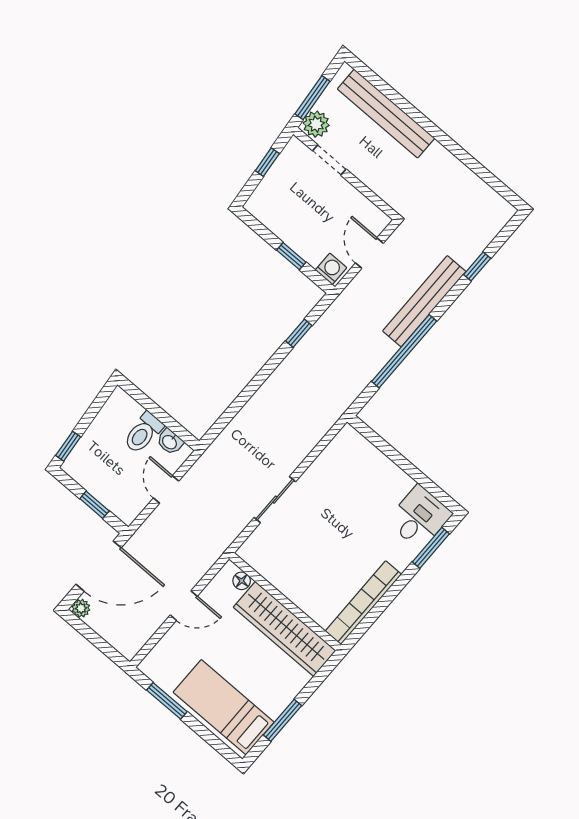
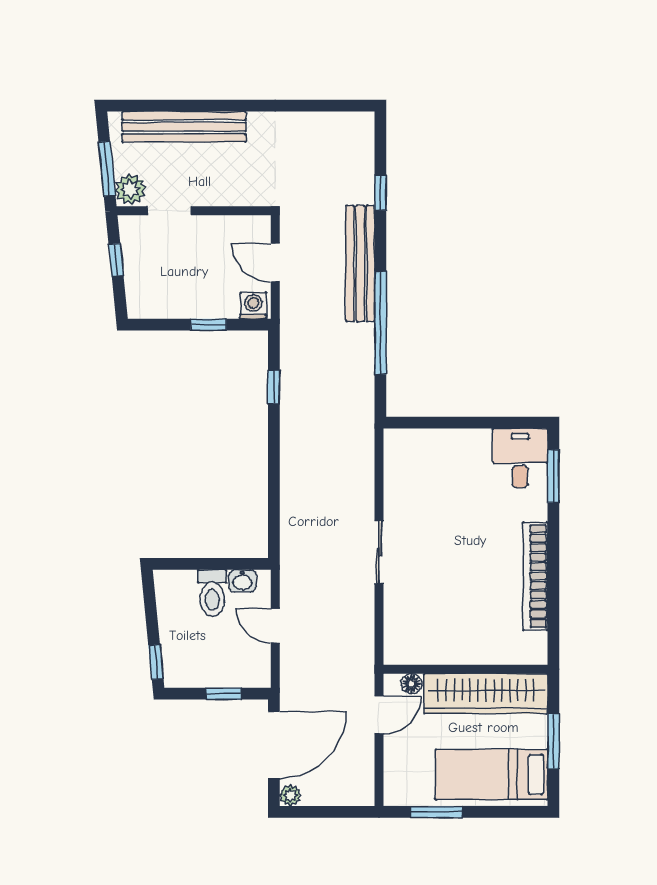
floor lamp: (242, 581) -> (411, 684), moved
wall: (285, 602) -> (466, 669), moved
wardrobe: (285, 629) -> (486, 694), moved

